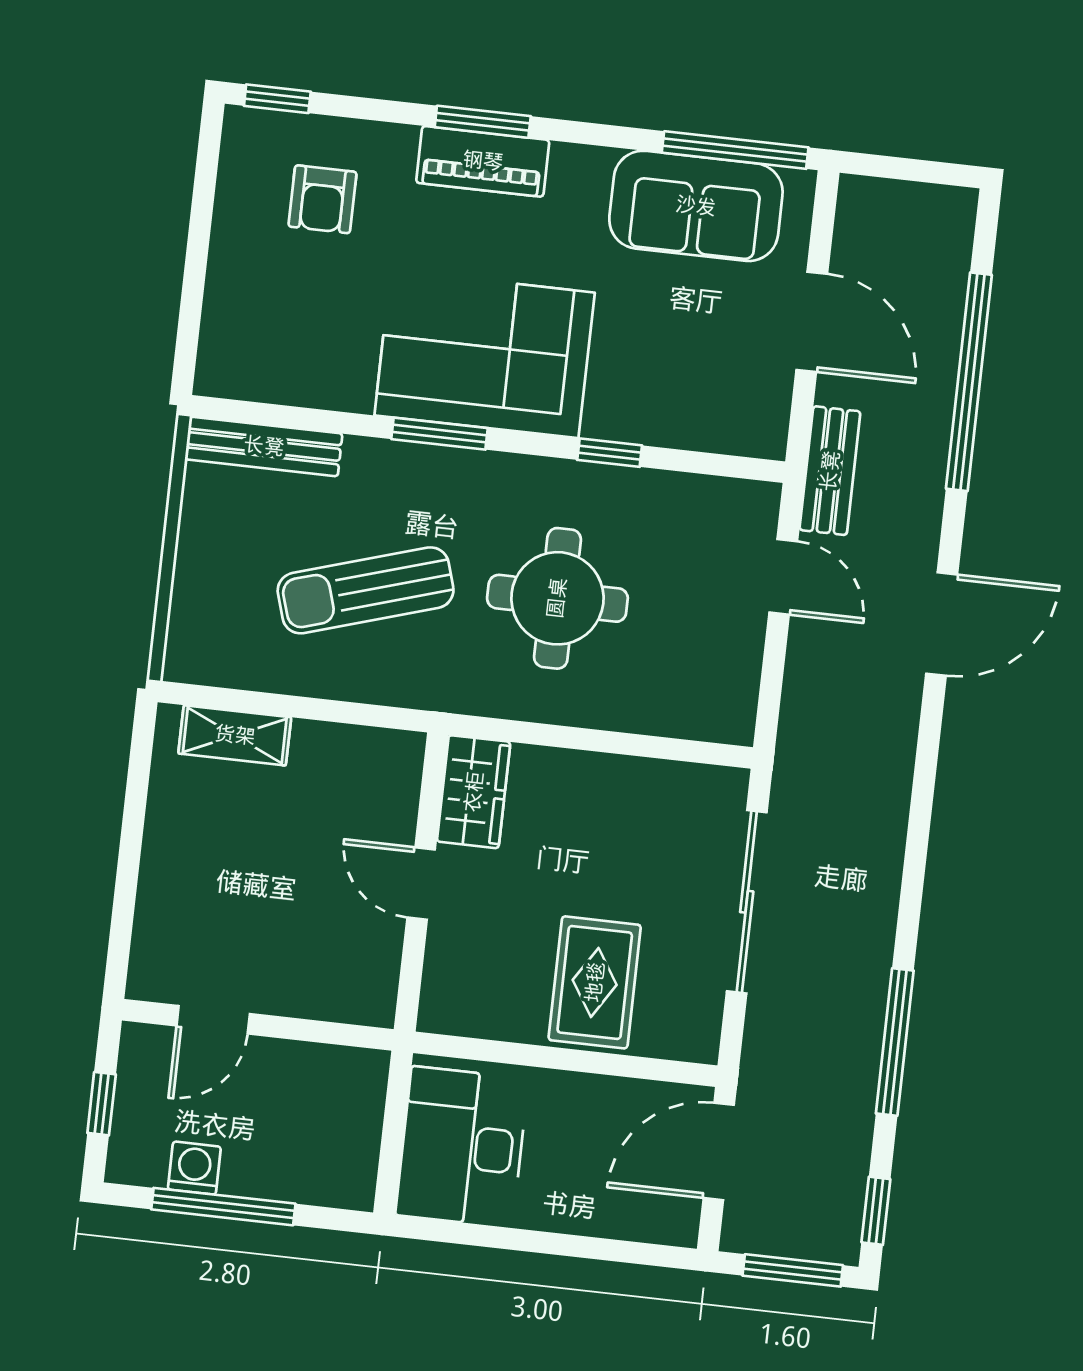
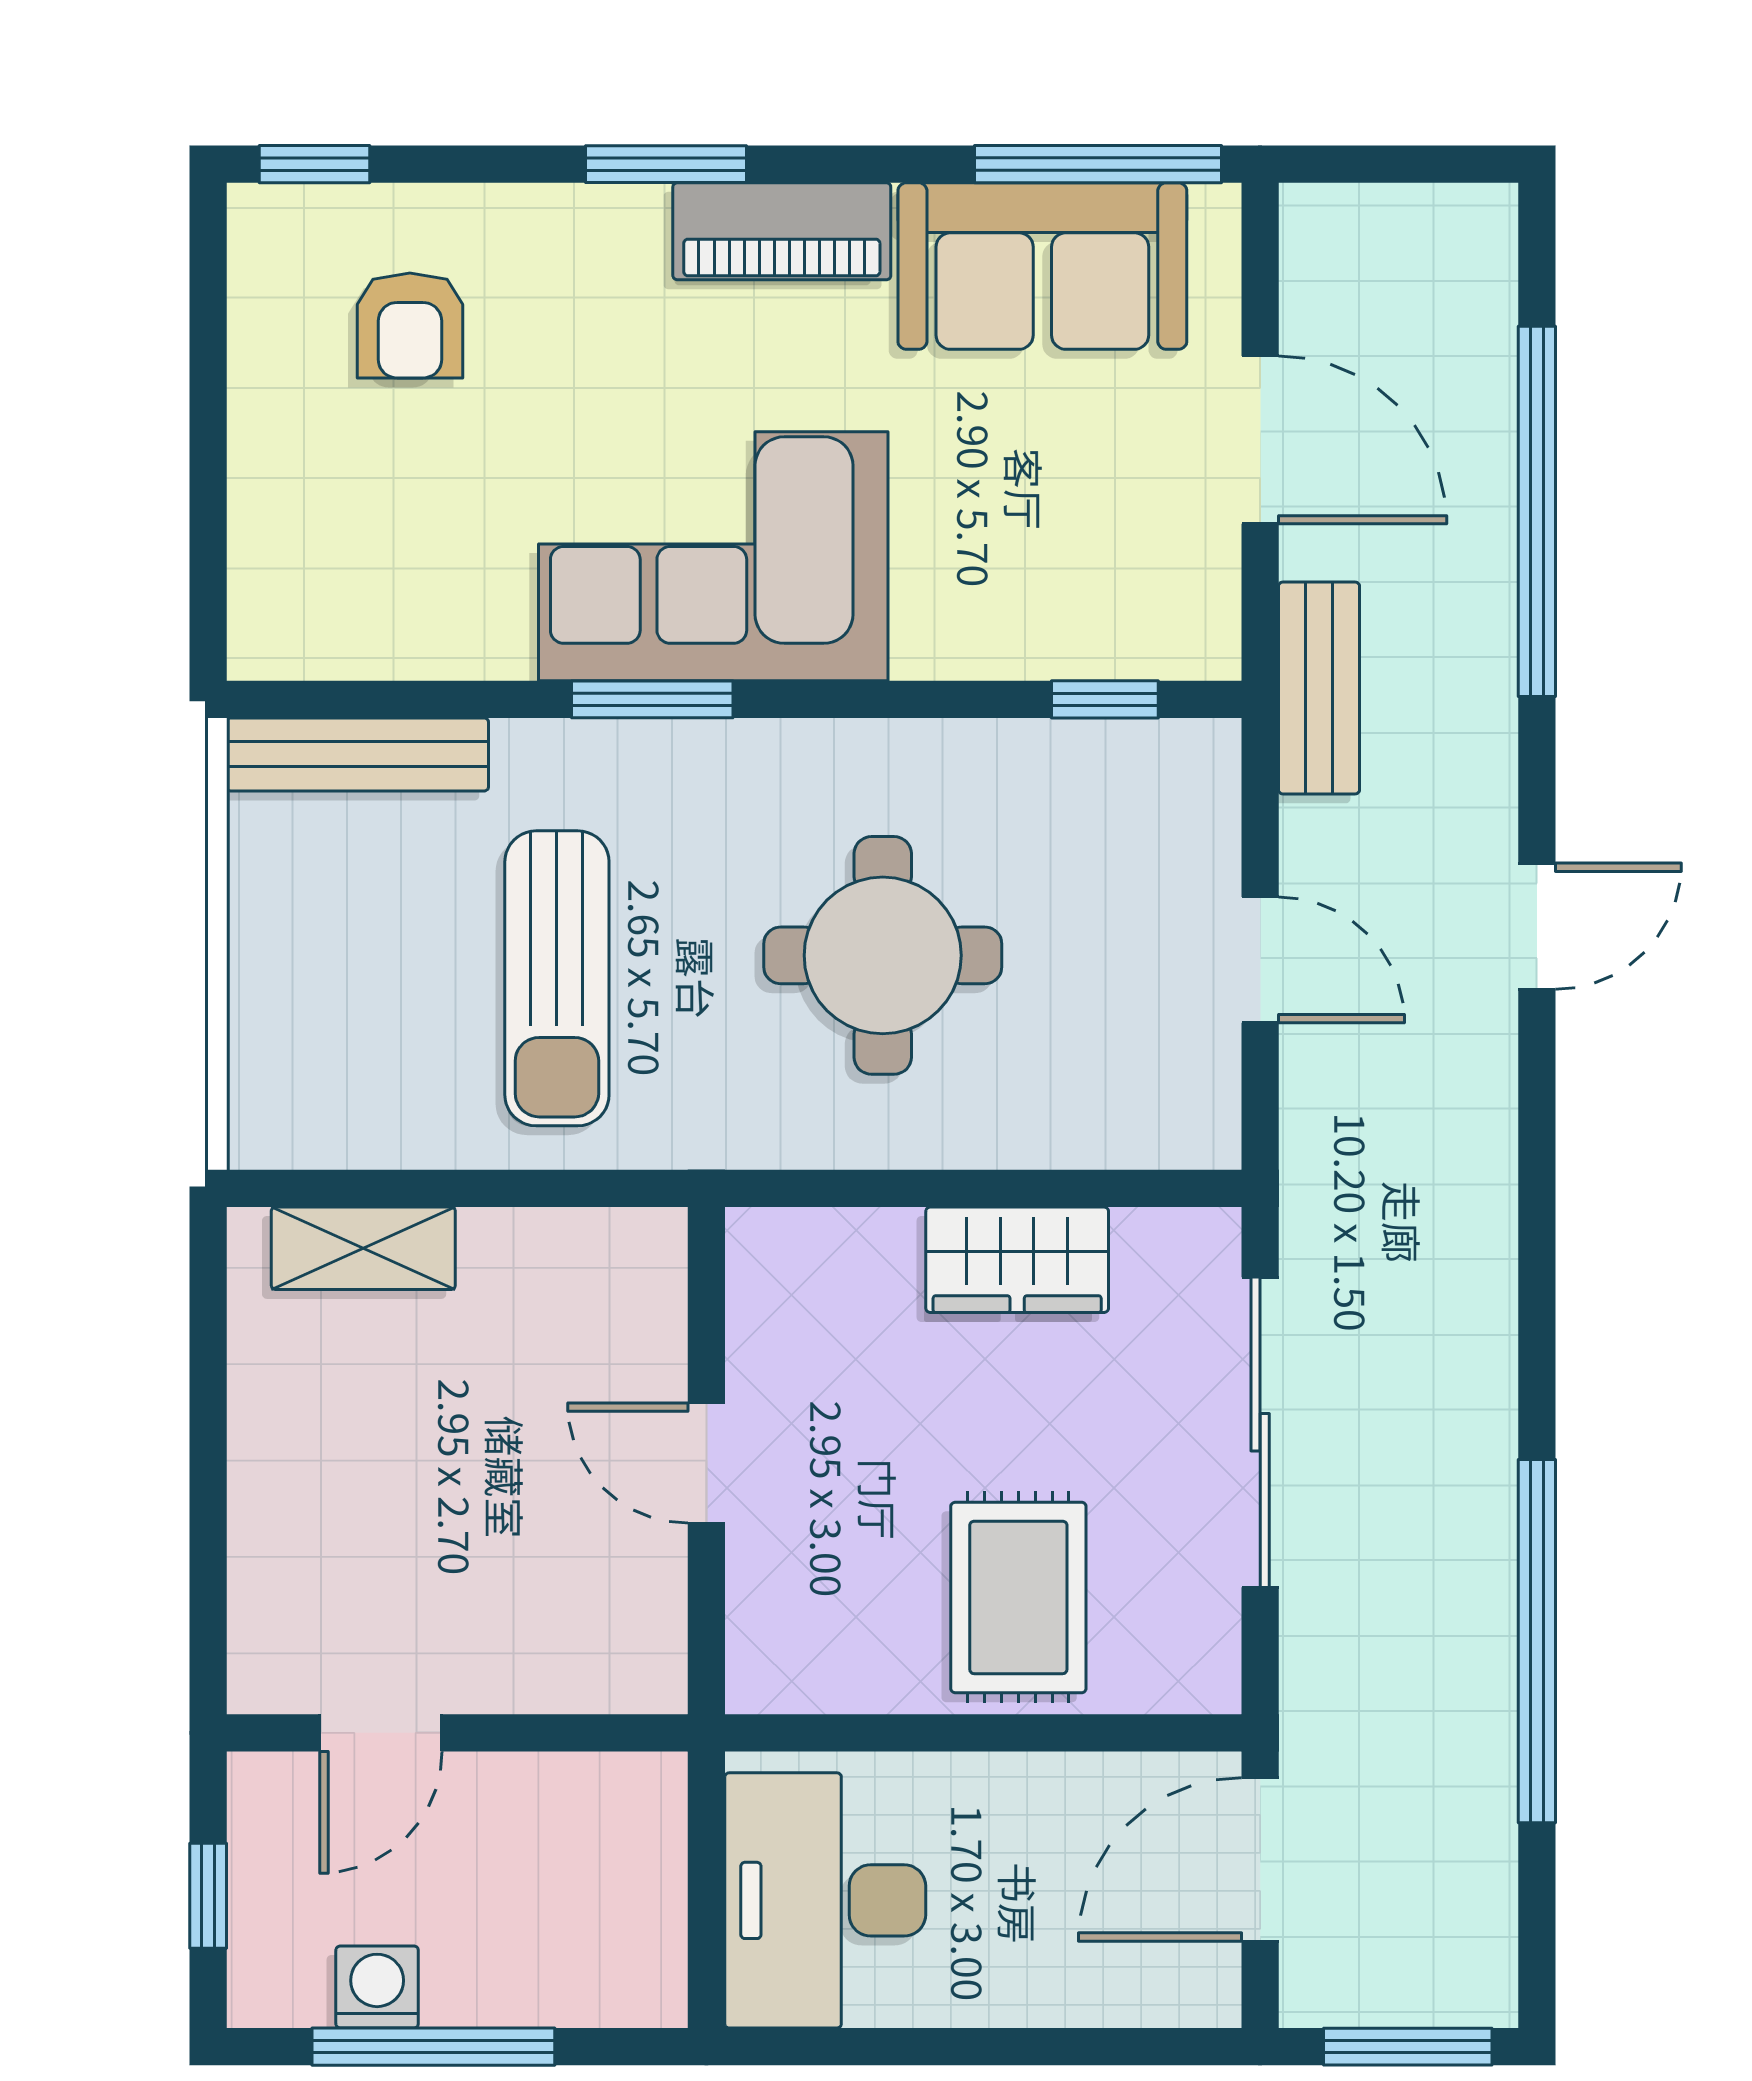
piano: (483, 161) -> (782, 231), moved
window: (610, 453) -> (1105, 699), moved
door: (783, 577) -> (1260, 960), moved
sun lounger: (366, 590) -> (557, 978), turned -73
door: (942, 624) -> (1537, 926), width x0.73
wardrobe: (474, 792) -> (1017, 1260), moved, turned 90
window: (895, 1042) -> (1537, 1641), width x1.46
window: (876, 1211) -> (1537, 1930), removed

